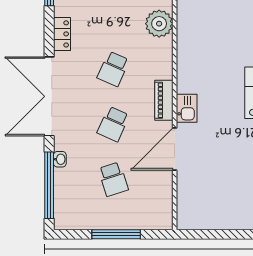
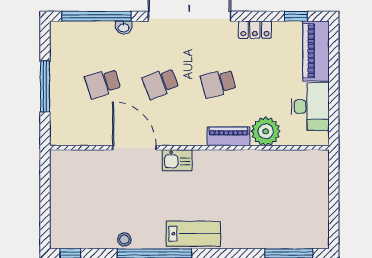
school desk: (113, 69) -> (218, 83), turned -39
piano: (164, 100) -> (229, 136), moved
school desk: (113, 124) -> (161, 83), turned -45

